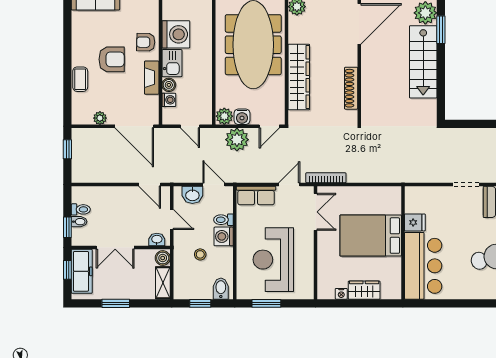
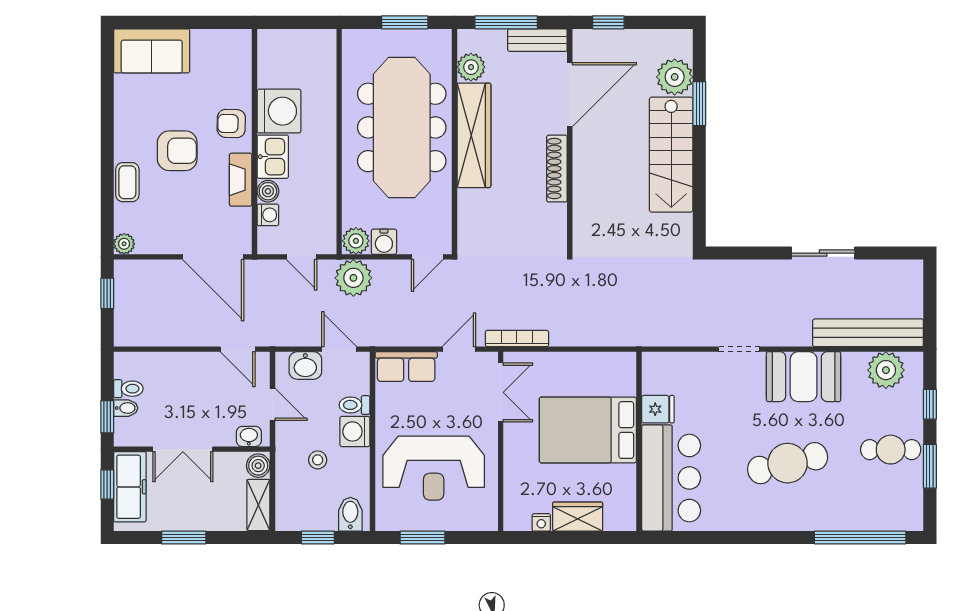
wardrobe: (299, 77) -> (474, 135), moved
shoe rack: (351, 88) -> (557, 169), moved
plant: (100, 118) -> (124, 244), moved
plant: (237, 140) -> (353, 278), moved
reception desk: (273, 260) -> (434, 468), turned -90

